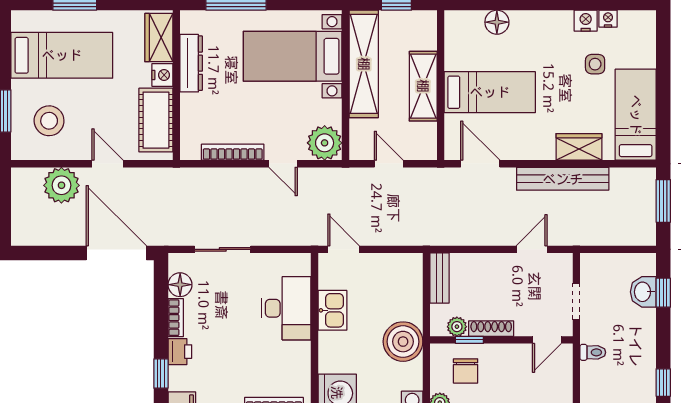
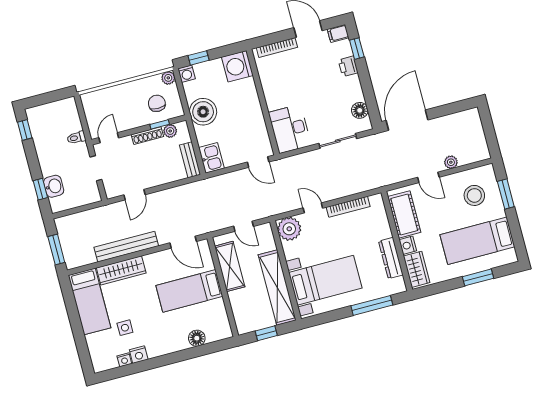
shelving: (423, 86) -> (230, 266), moved
wardrobe: (579, 147) -> (121, 270), width x1.50
plant: (61, 185) -> (451, 162), width x0.53, depth x0.53
door: (116, 253) -> (407, 120), swing flipped
desk: (286, 308) -> (290, 129), moved
kitchen sink: (332, 310) -> (211, 158), moved, turned 180
bookcase: (176, 318) -> (357, 88), removed

